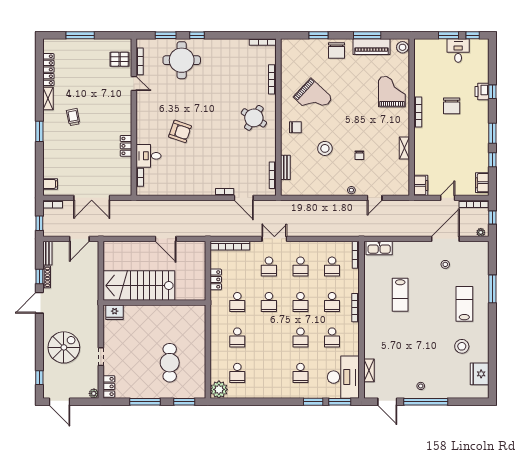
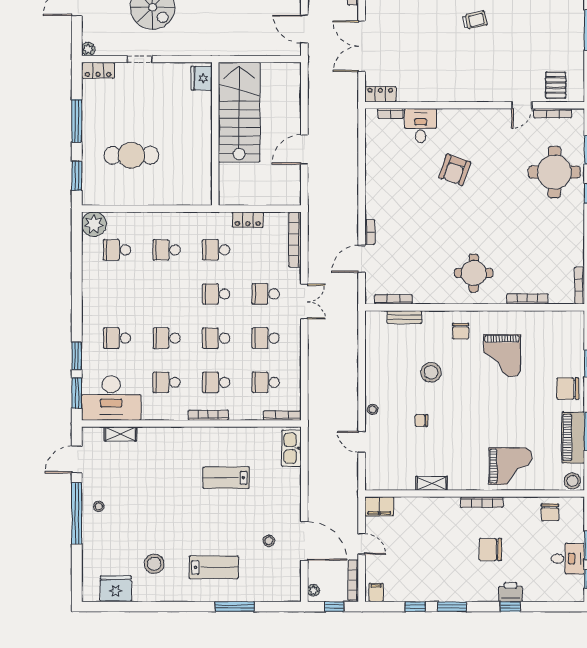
chair: (425, 63) -> (550, 512), added
grand piano: (313, 98) -> (502, 356), turned -43
round table: (254, 118) -> (474, 273), turned -32
locker: (126, 146) -> (380, 94), moved
filing cabinet: (482, 183) -> (376, 592), width x0.50

